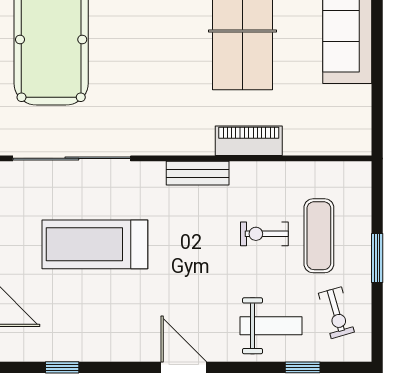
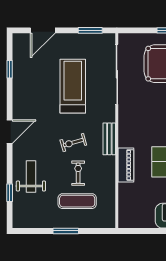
exercise bike: (336, 313) -> (73, 143), moved
weight bench: (271, 326) -> (31, 176), turned 180

